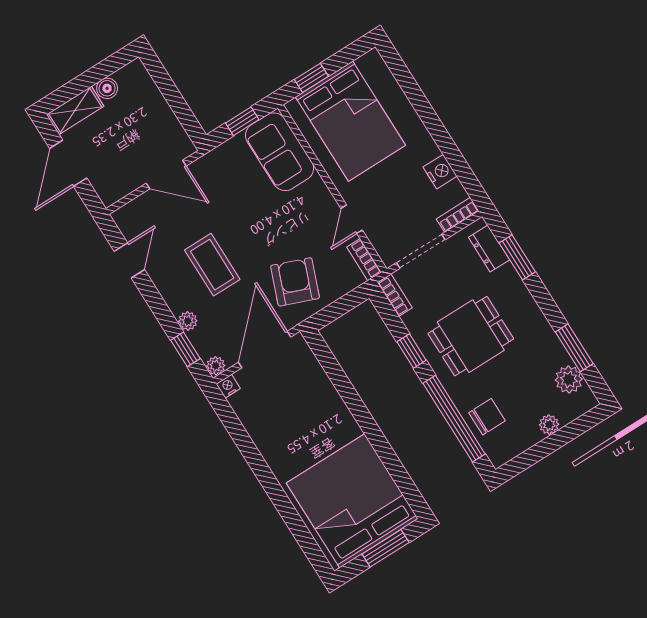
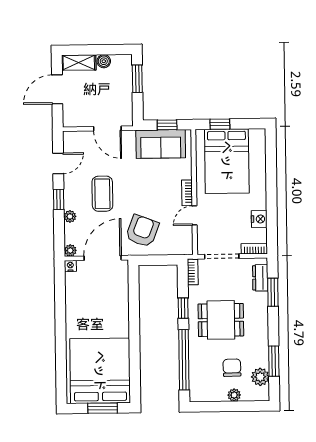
window: (165, 84) -> (137, 79), added
sofa: (280, 152) -> (161, 144), moved, turned -90
bookcase: (364, 260) -> (187, 193), moved
window: (185, 349) -> (59, 199), moved
chair: (487, 417) -> (232, 368), moved, turned -91

